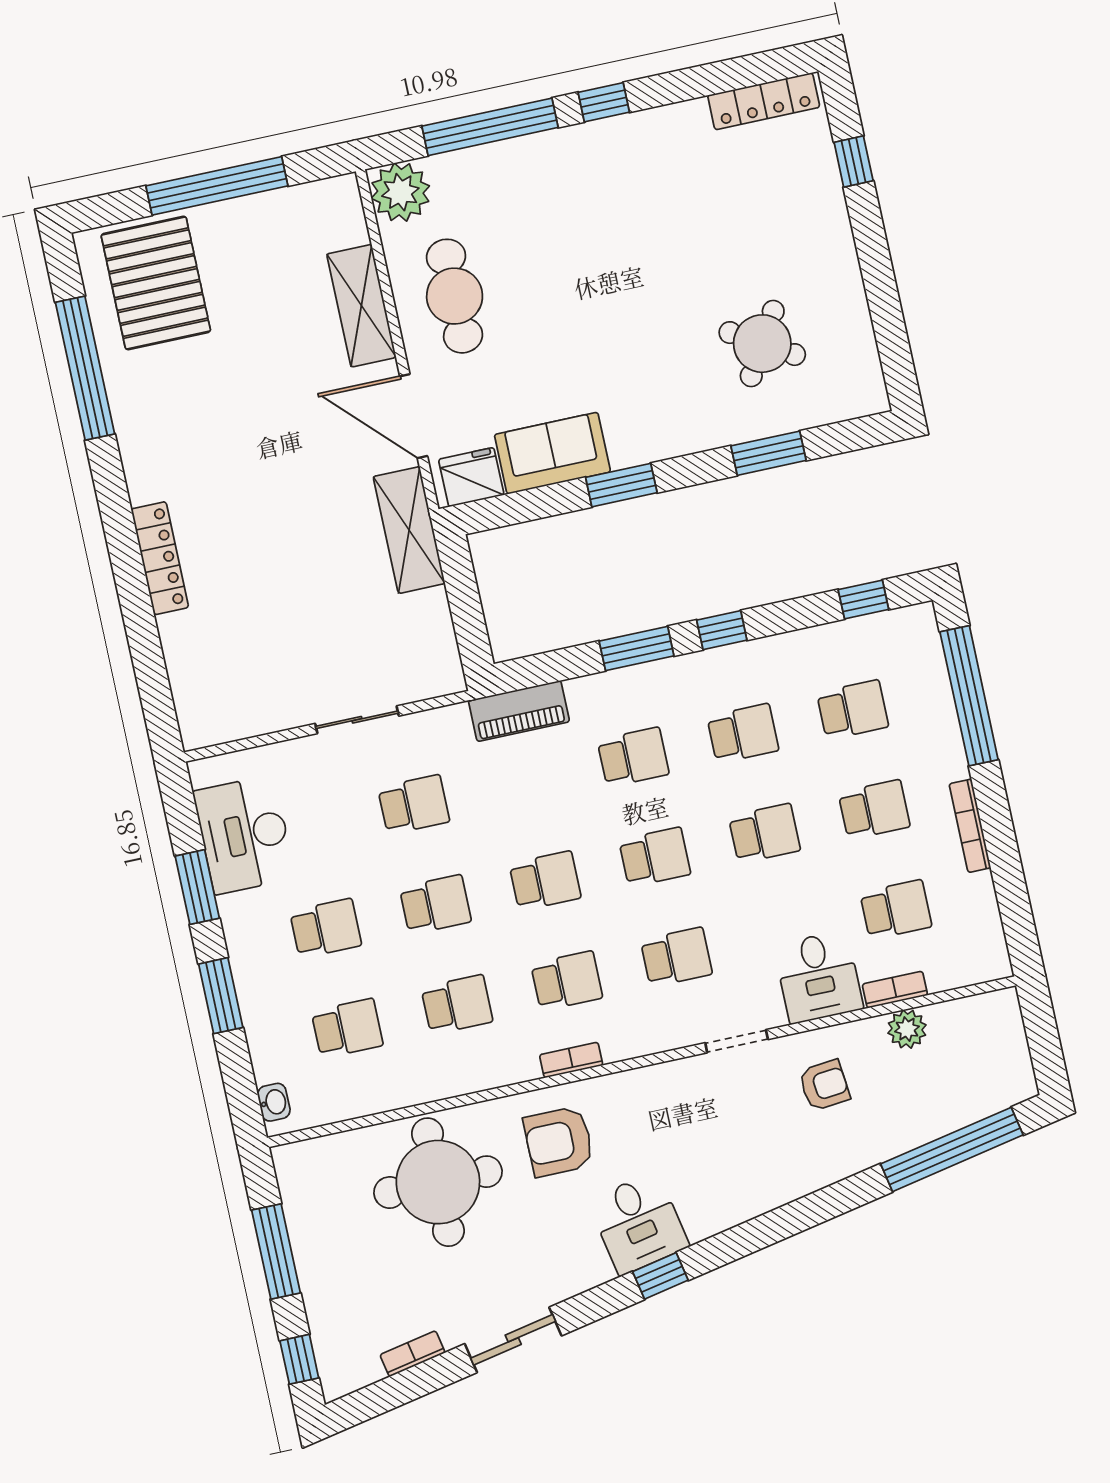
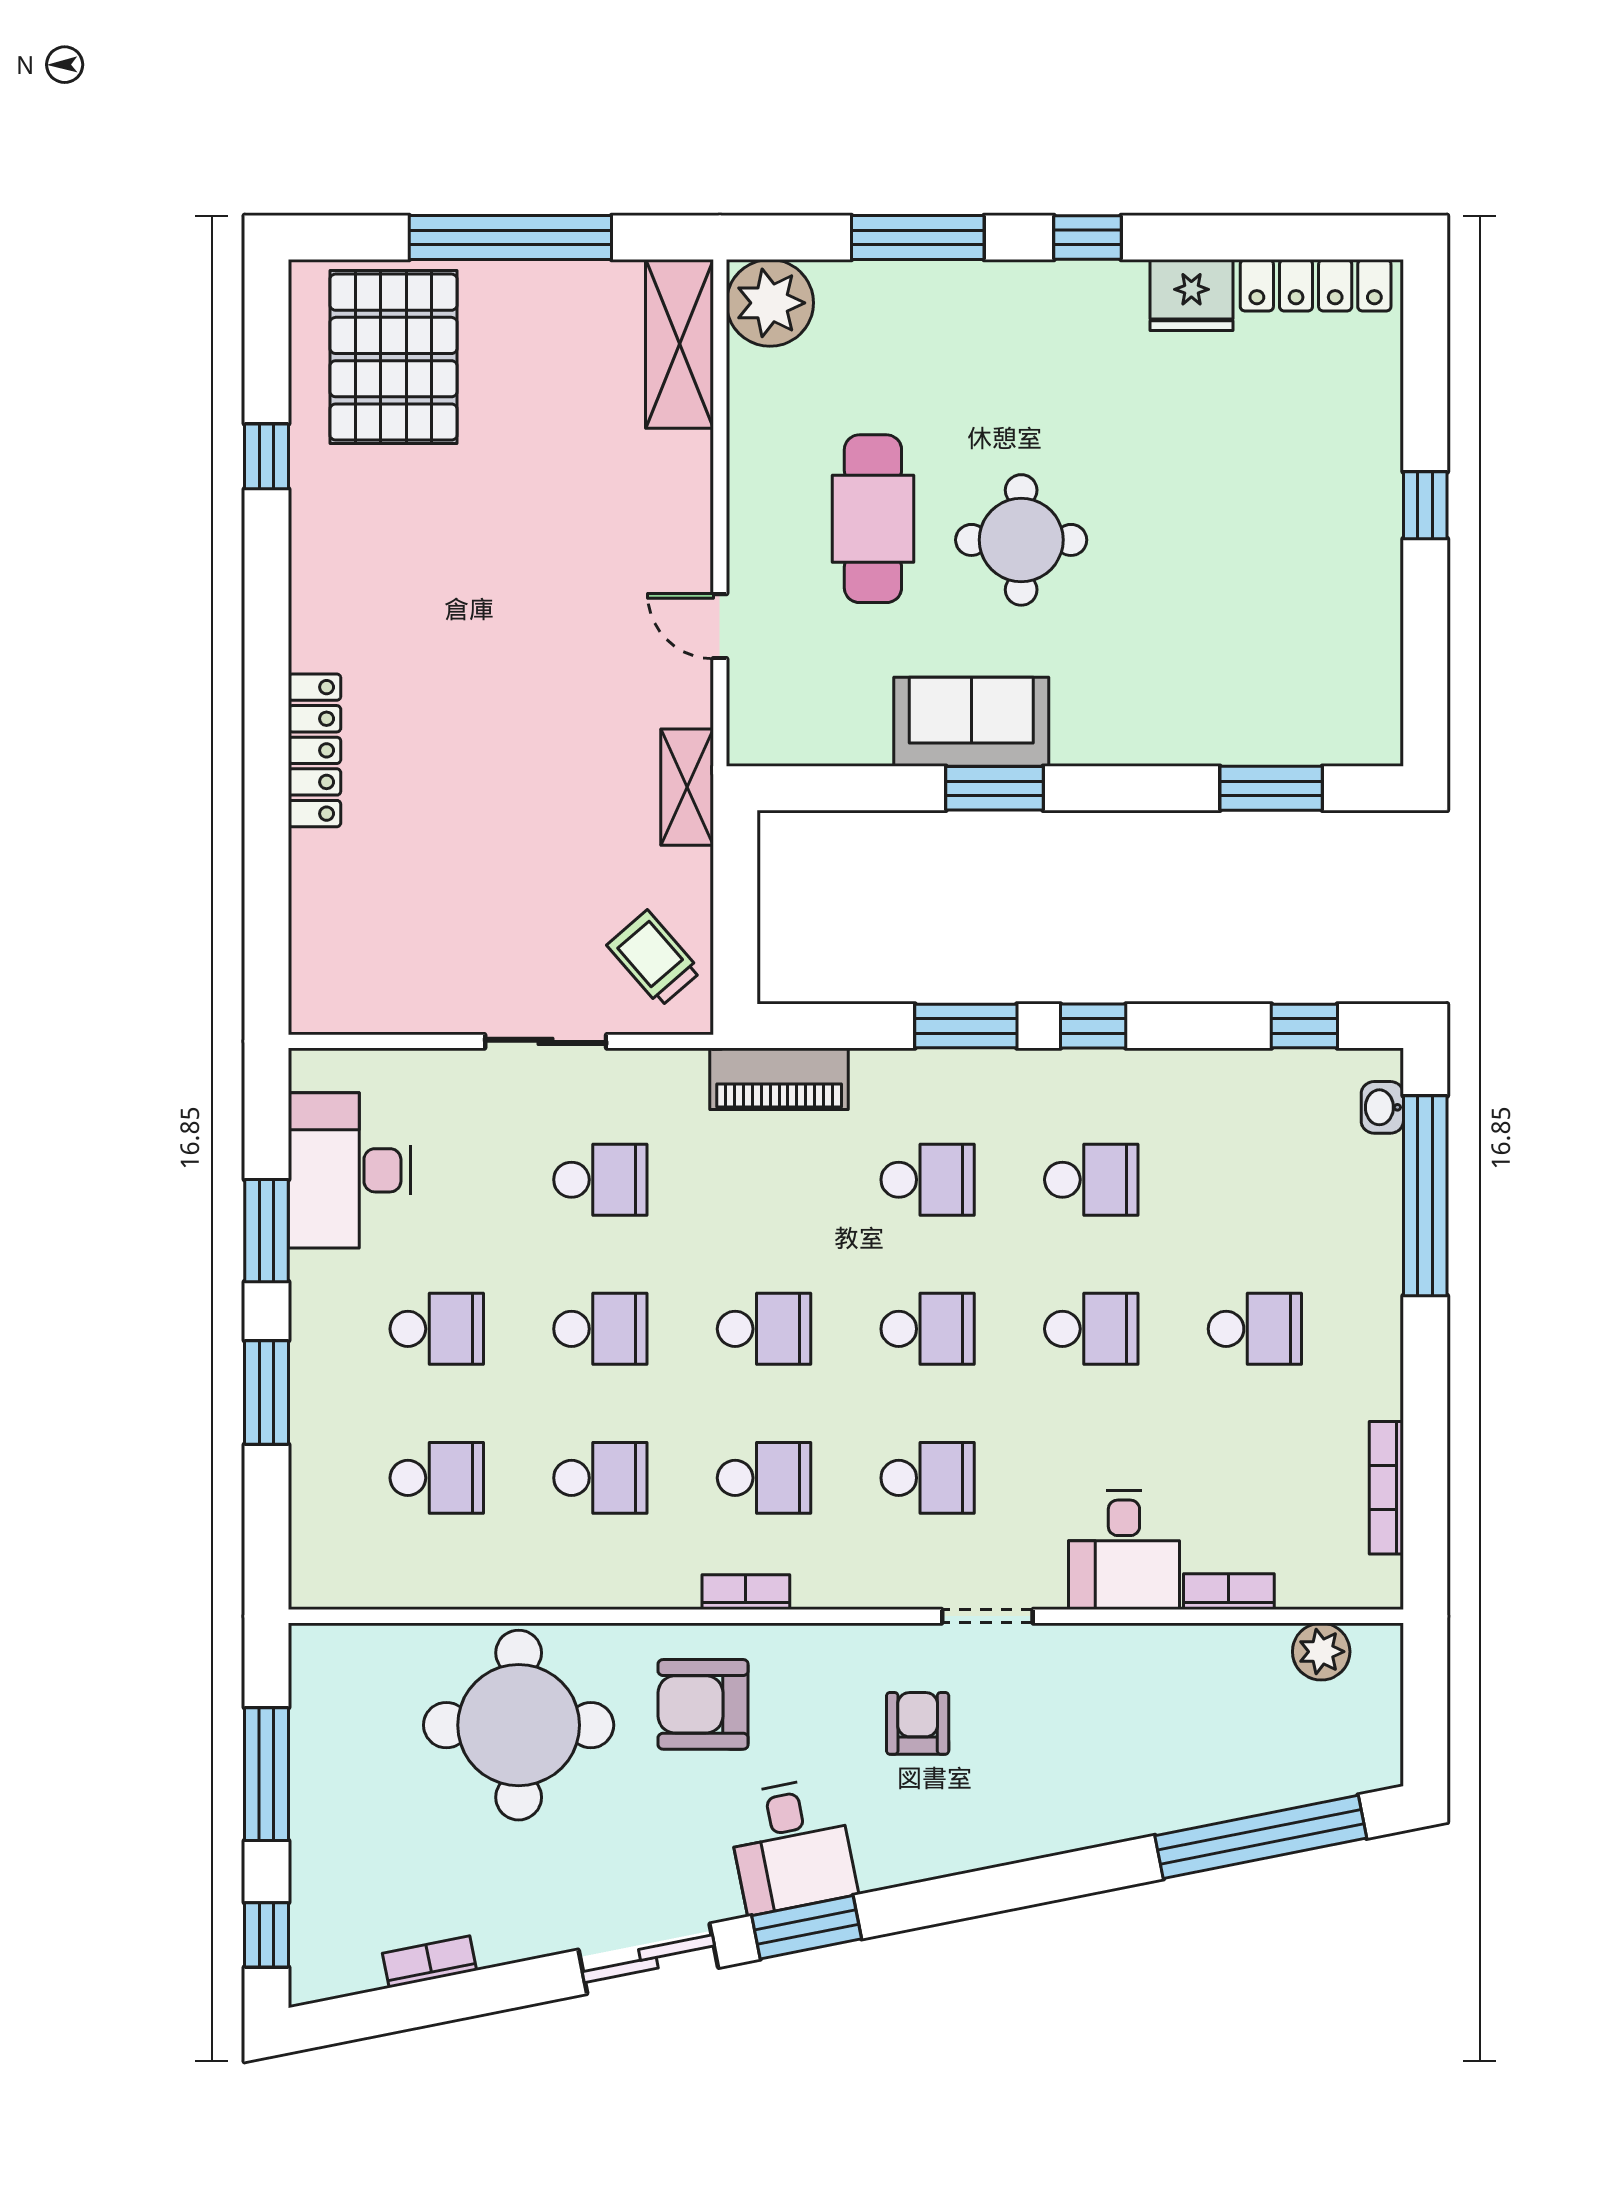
window: (490, 127) -> (918, 237), width x0.68
window: (854, 162) -> (1425, 505), moved
cafe table: (455, 296) -> (873, 519), moved
shelving: (361, 306) -> (679, 344), moved
round table: (762, 344) -> (1021, 540), moved, turned -31
window: (85, 368) -> (266, 456), width x0.32
door: (414, 416) -> (720, 626), width x0.53
sofa: (552, 453) -> (971, 722), moved
window: (769, 453) -> (1271, 788), moved
fridge: (471, 477) -> (1191, 295), moved, turned 180
shelving: (409, 530) -> (687, 787), width x0.67, depth x0.75
trolley: (418, 648) -> (654, 958), added
school desk: (853, 710) -> (1255, 1180), removed
bookcase: (970, 826) -> (1386, 1488), moved
school desk: (896, 910) -> (1255, 1478), removed
plant: (907, 1029) -> (1321, 1652), moved
armchair: (824, 1085) -> (918, 1723), moved, turned -84
washbasin: (274, 1102) -> (1382, 1107), moved, turned 180
window: (660, 1276) -> (807, 1927), width x1.50
sliding door: (513, 1340) -> (648, 1959), moved

